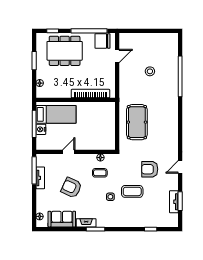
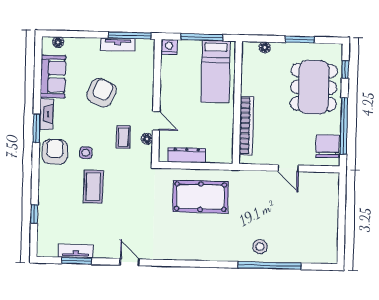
door: (117, 56) -> (288, 168), moved
stool: (150, 71) -> (260, 247), moved
nightstand: (41, 129) -> (169, 47), moved
dresser: (110, 132) -> (187, 155), added
door: (69, 152) -> (156, 121), moved
armchair: (150, 169) -> (55, 152), moved

